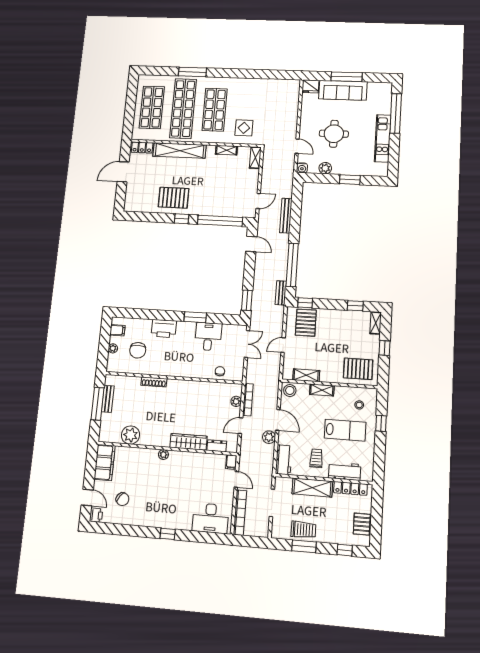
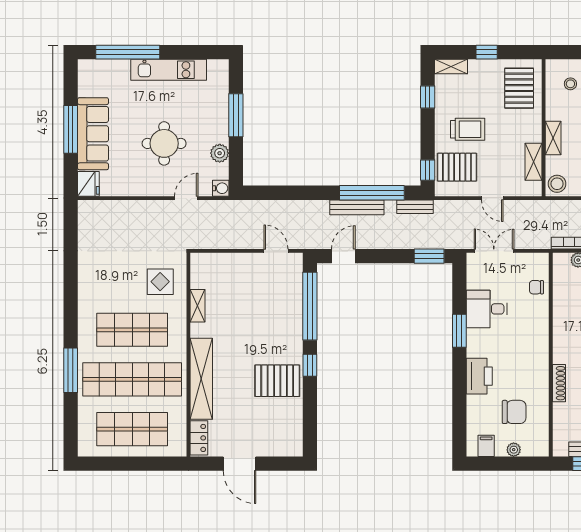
shelving: (255, 158) -> (208, 260), removed
window: (350, 180) -> (236, 115), width x1.44
pallet: (174, 198) -> (277, 381), turned 90
bench: (286, 216) -> (357, 207), moved
trolley: (331, 331) -> (468, 129), added

